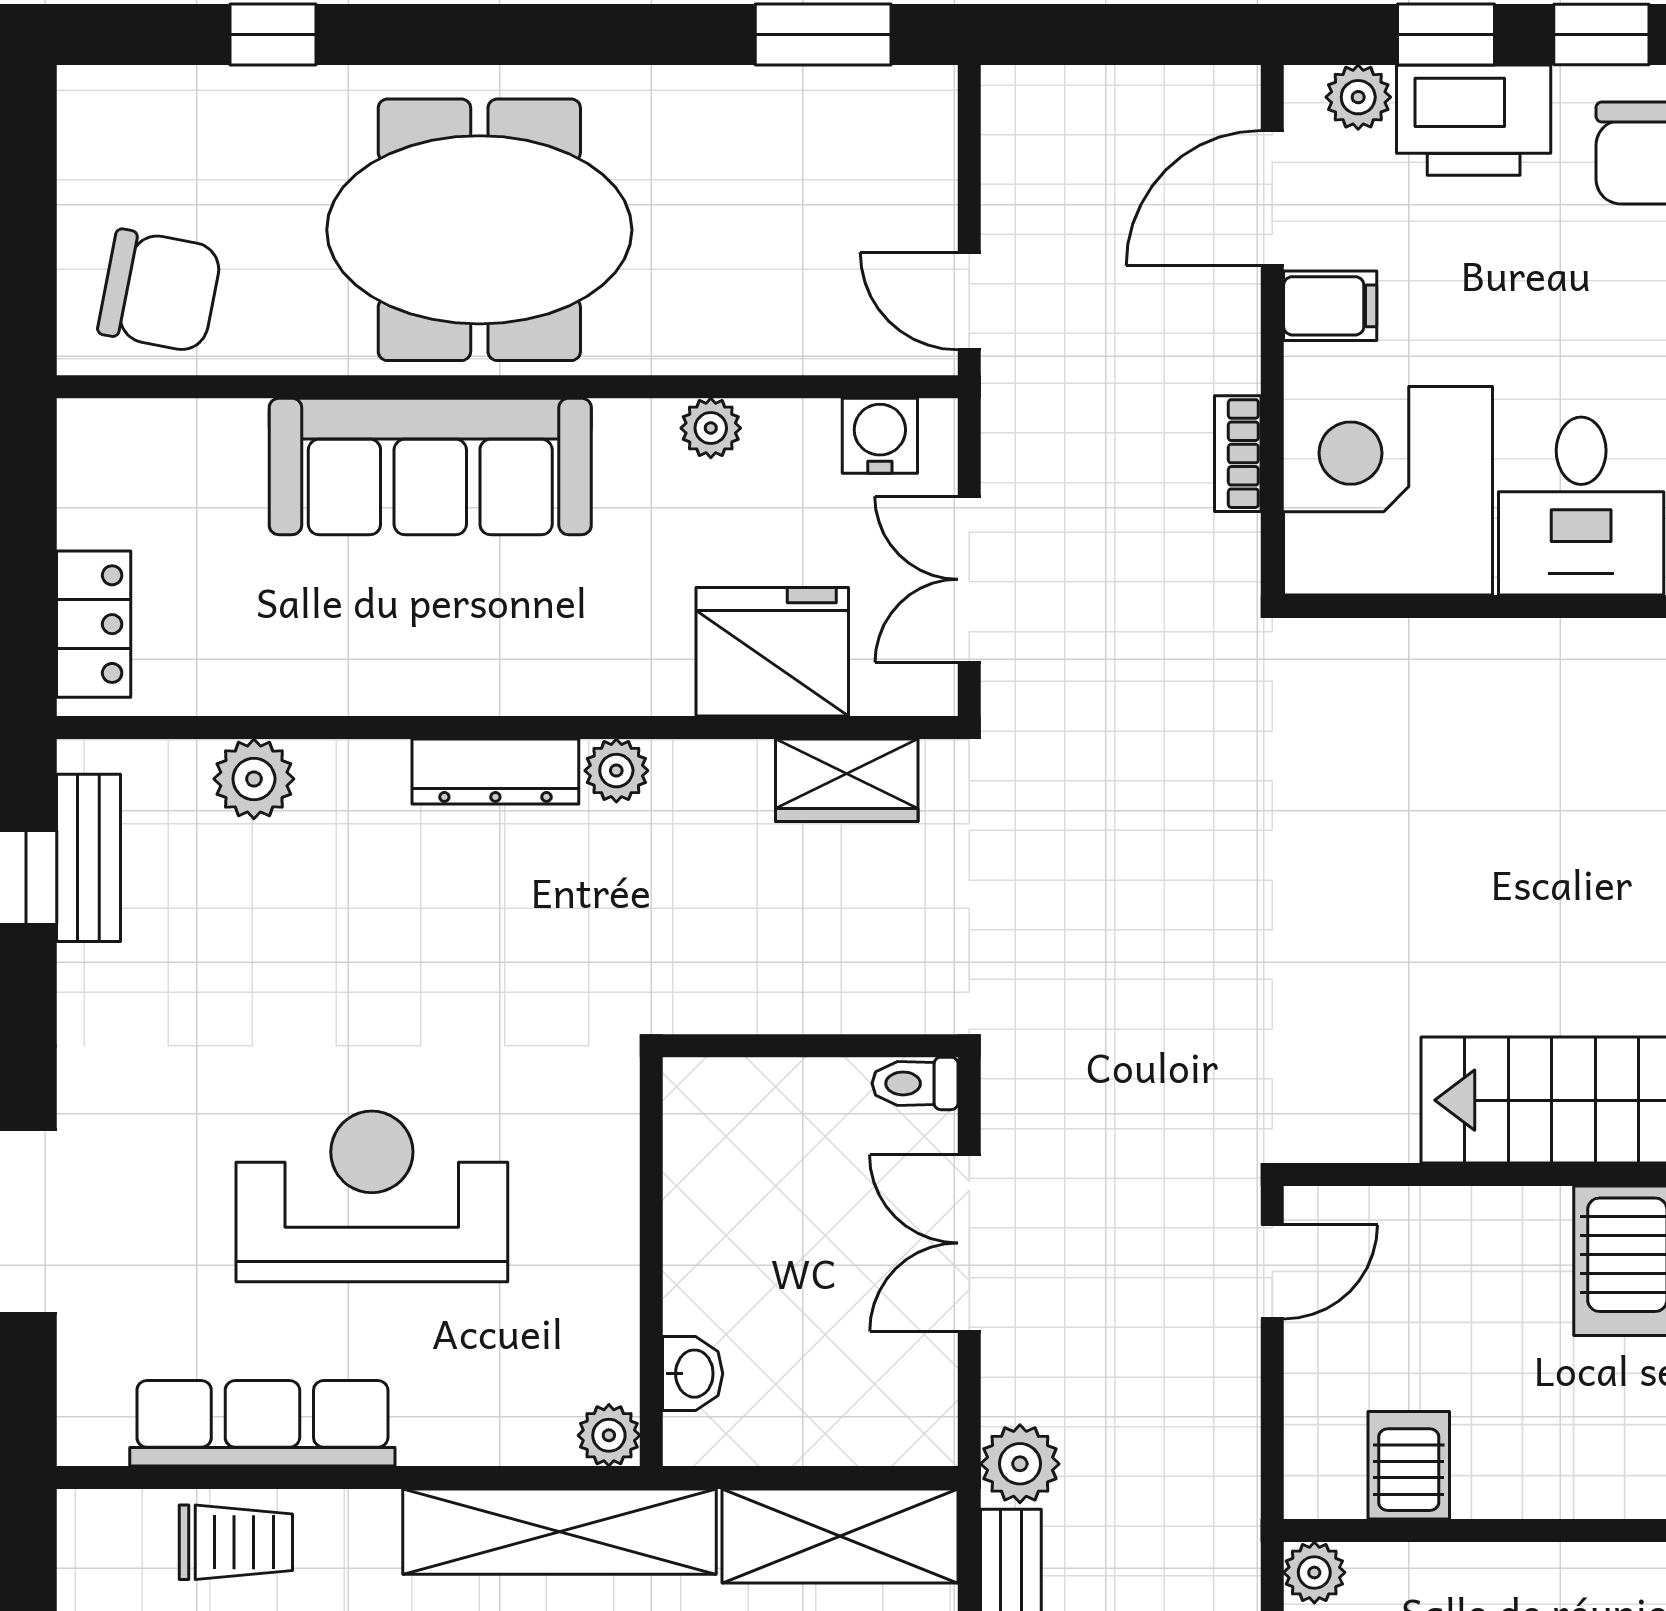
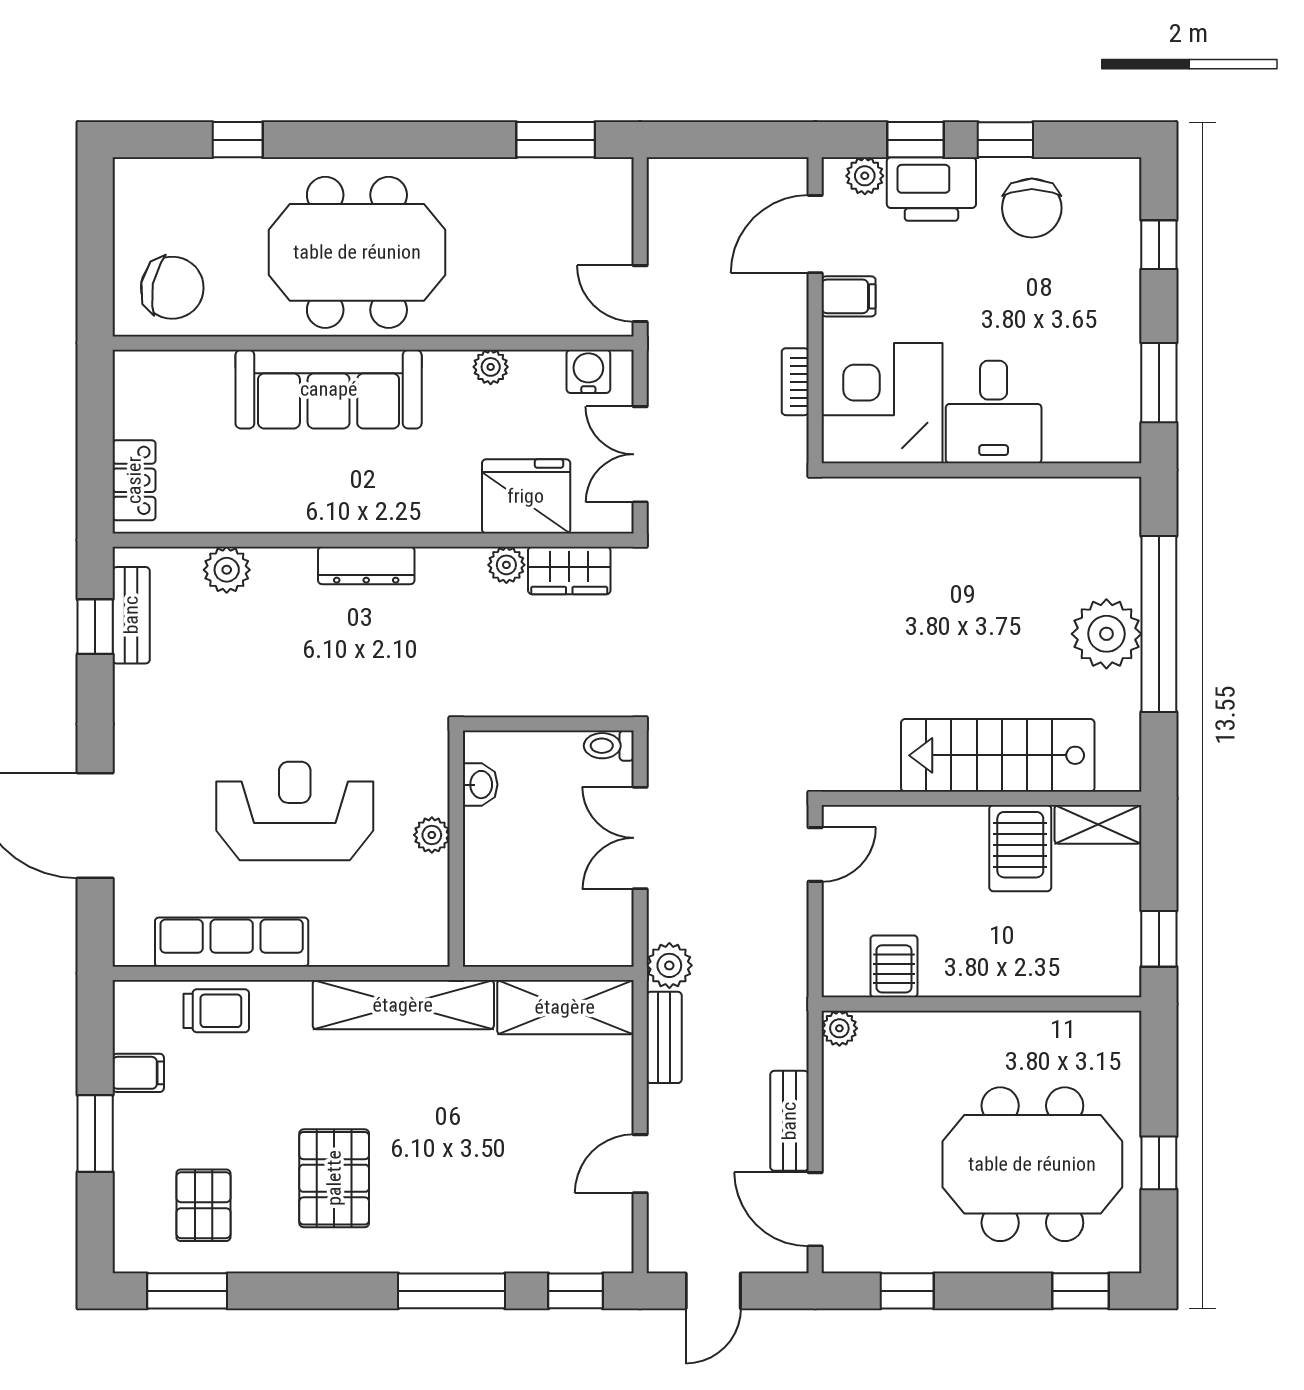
plant: (616, 771) -> (506, 565), moved
washbasin: (693, 1374) -> (480, 785), moved
plant: (609, 1435) -> (432, 835), moved

